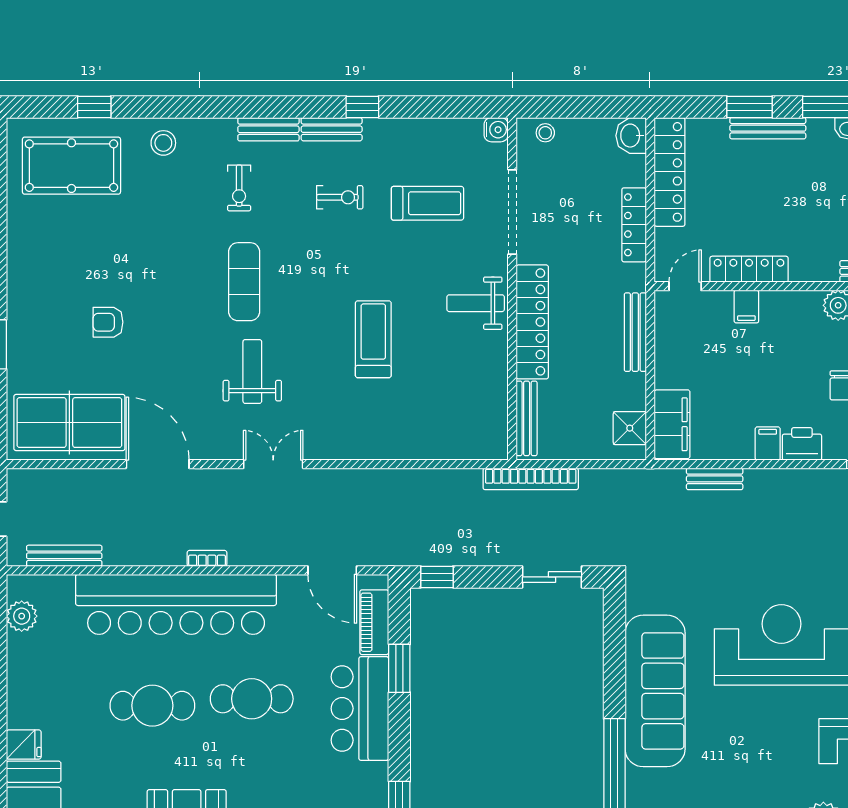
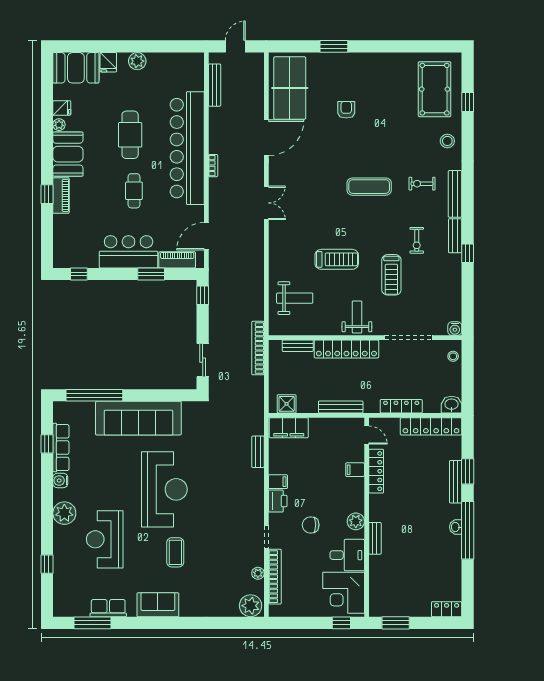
bench: (268, 129) -> (455, 194), width x1.36
treadmill: (427, 203) -> (391, 275), moved
weight bench: (252, 371) -> (295, 298), moved
bench: (527, 418) -> (298, 346), width x0.73
plant: (22, 616) -> (137, 61), moved
cafe table: (252, 699) -> (134, 191), width x0.73, depth x0.74

